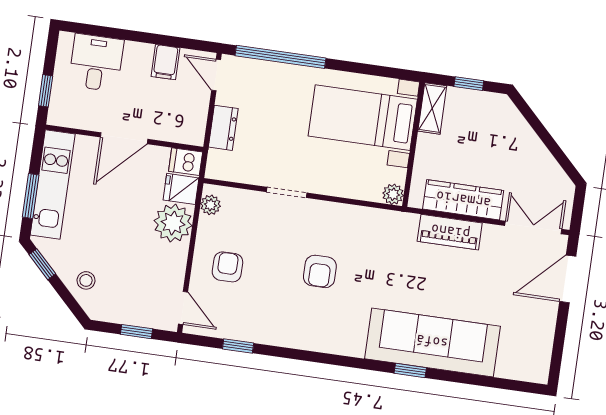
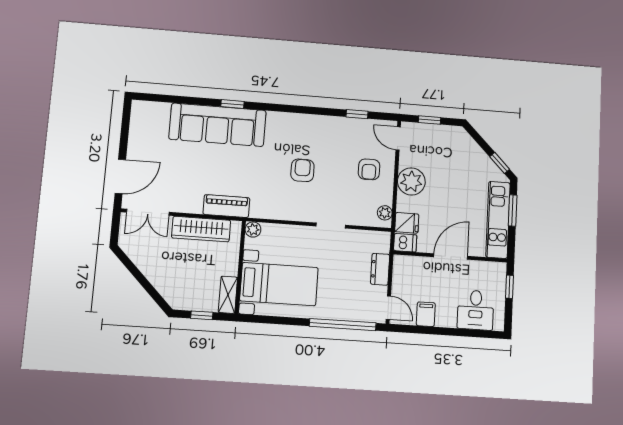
plant: (173, 223) -> (411, 181), moved
piano: (450, 232) -> (226, 206), moved
stool: (86, 280) -> (468, 153), removed

